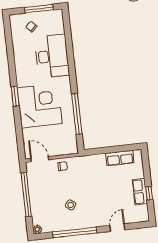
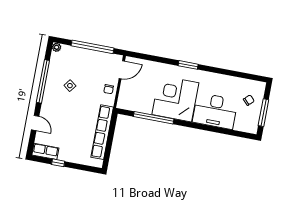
corner desk: (40, 106) -> (175, 99), moved, turned 180
row of seats: (120, 158) -> (102, 132), width x2.02
row of seats: (140, 192) -> (45, 151), moved

